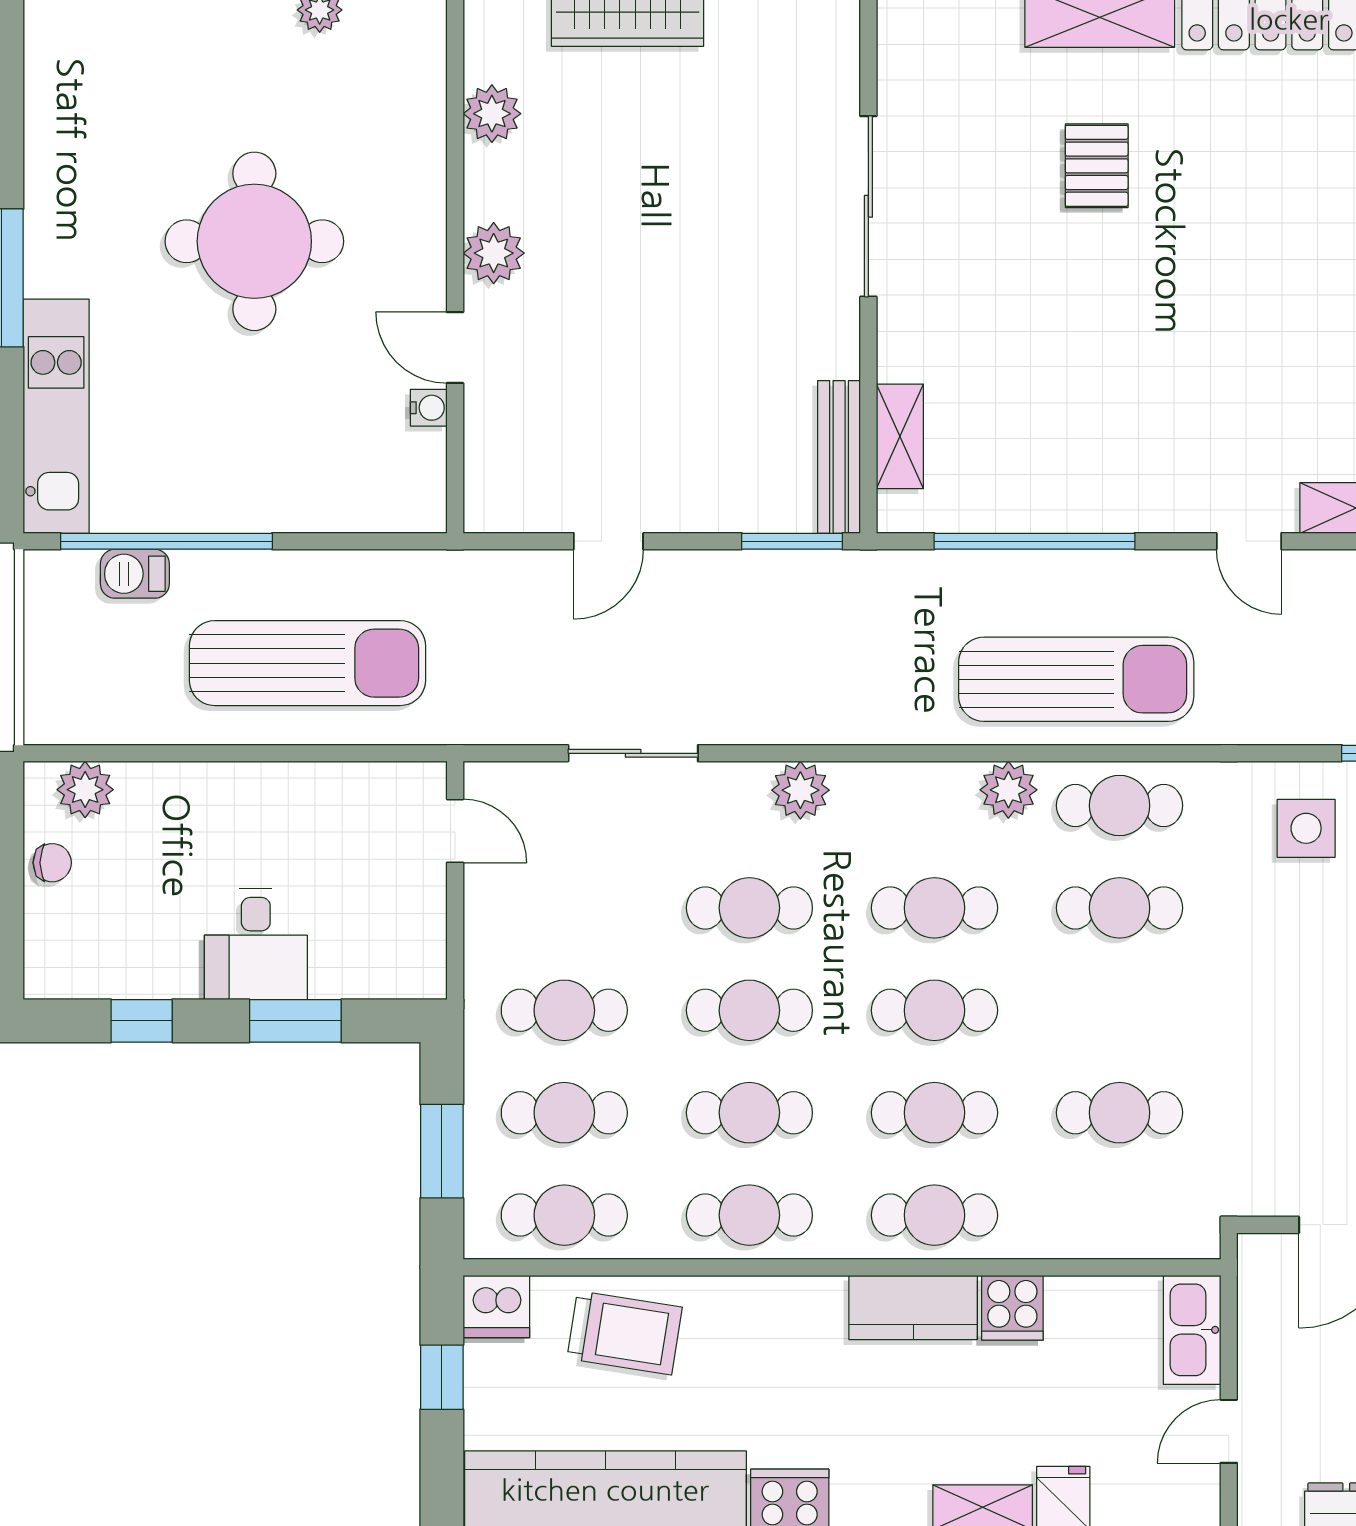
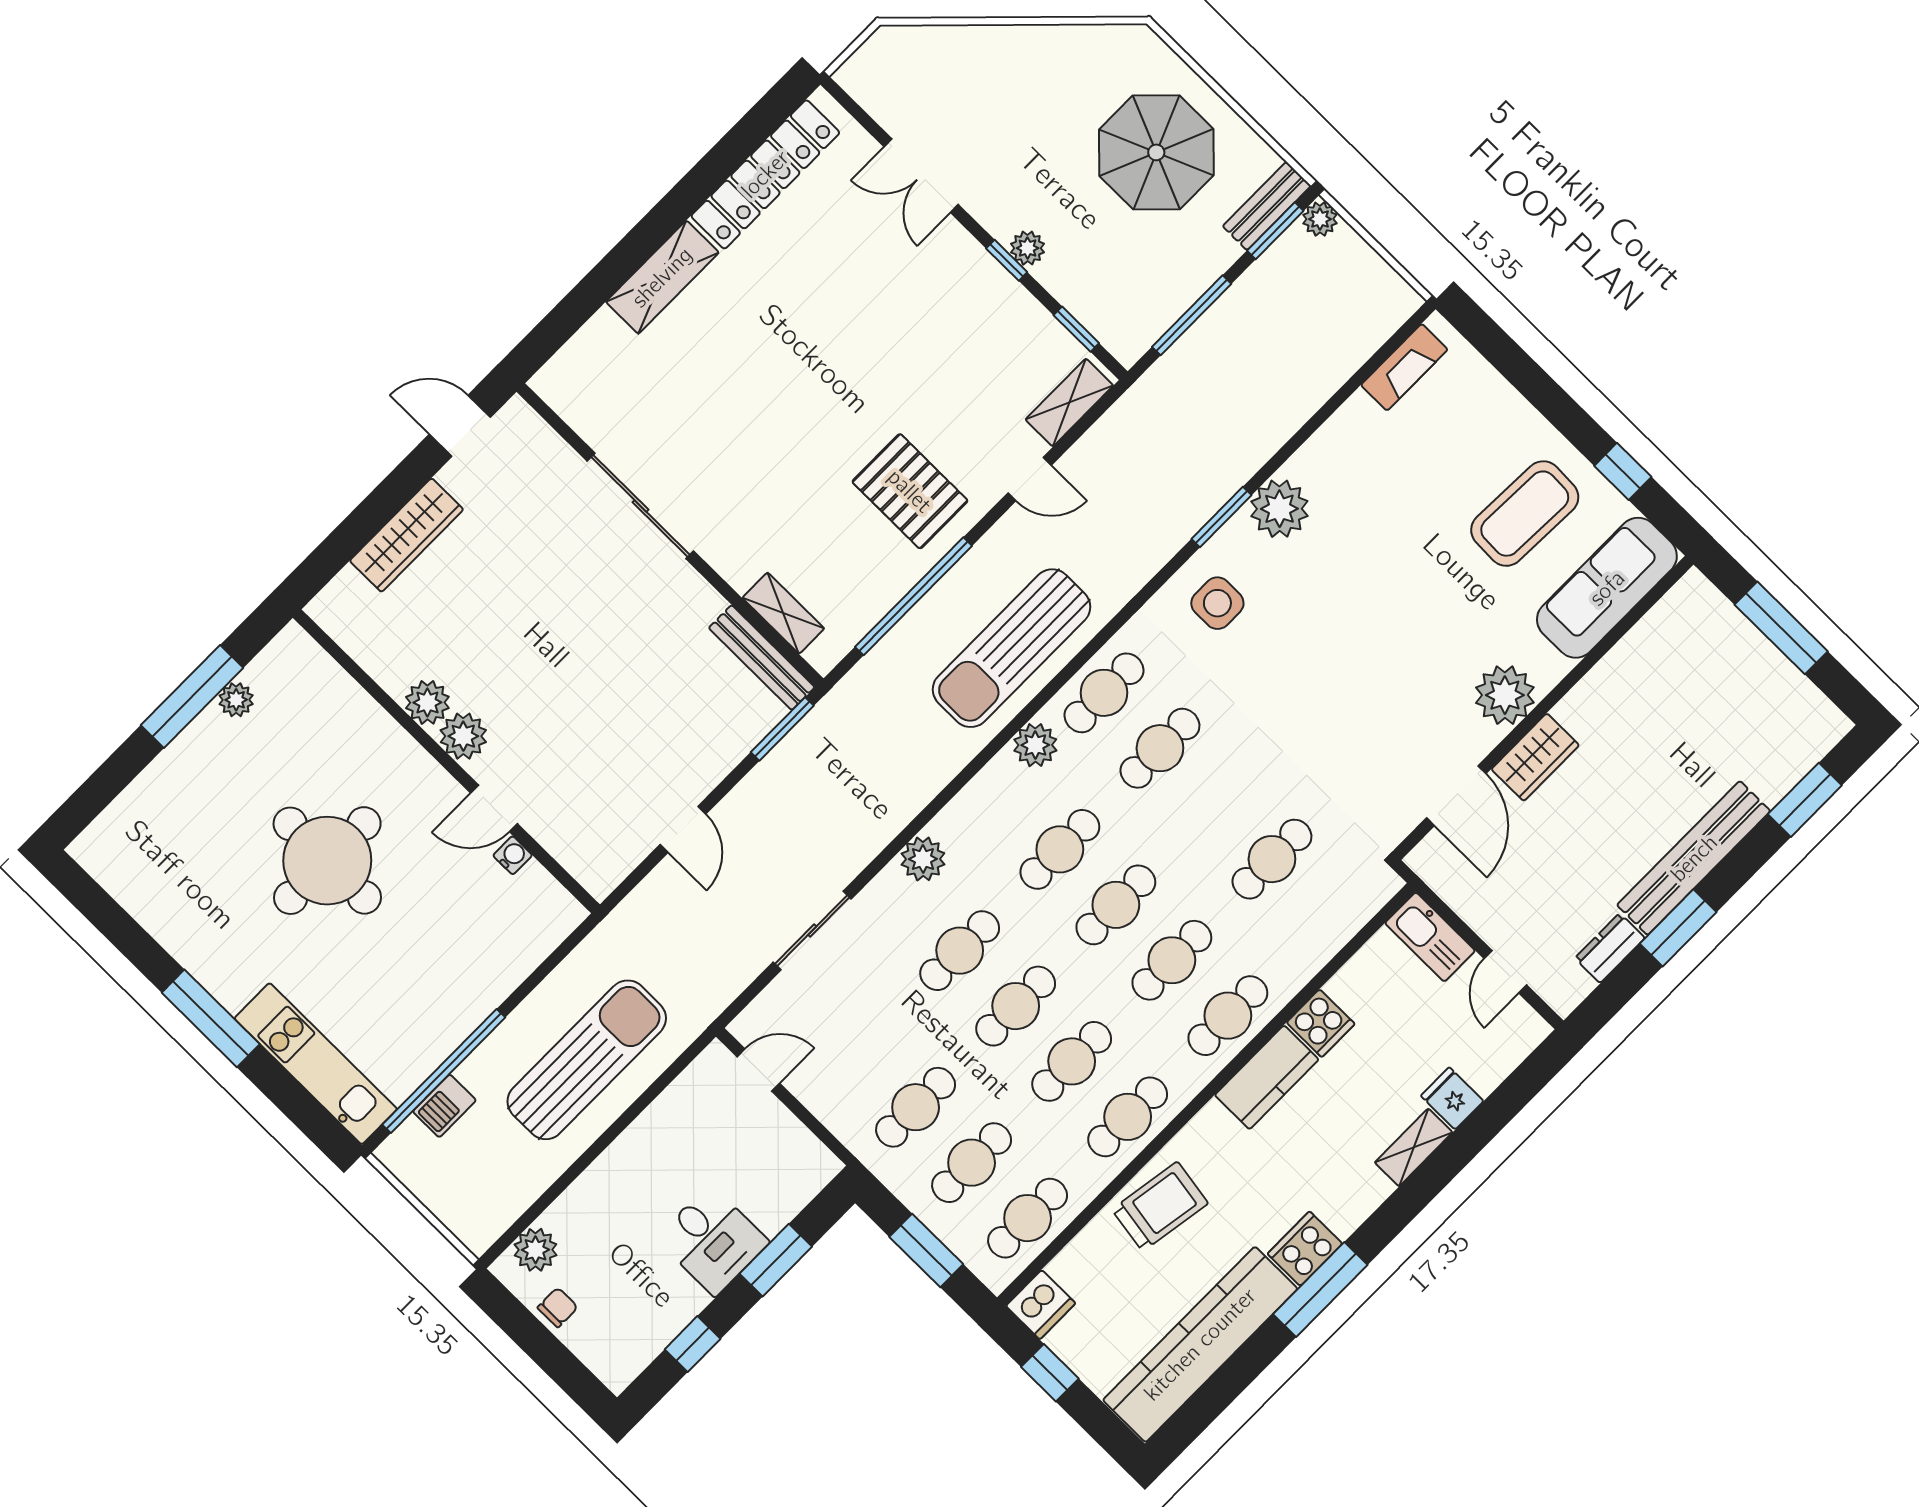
plant: (492, 114) -> (427, 702), moved
pallet: (1097, 166) -> (910, 491), moved, width x1.50, depth x1.42
sun lounger: (1076, 679) -> (1011, 648), turned 180
trolley: (625, 1333) -> (1160, 1206), moved

